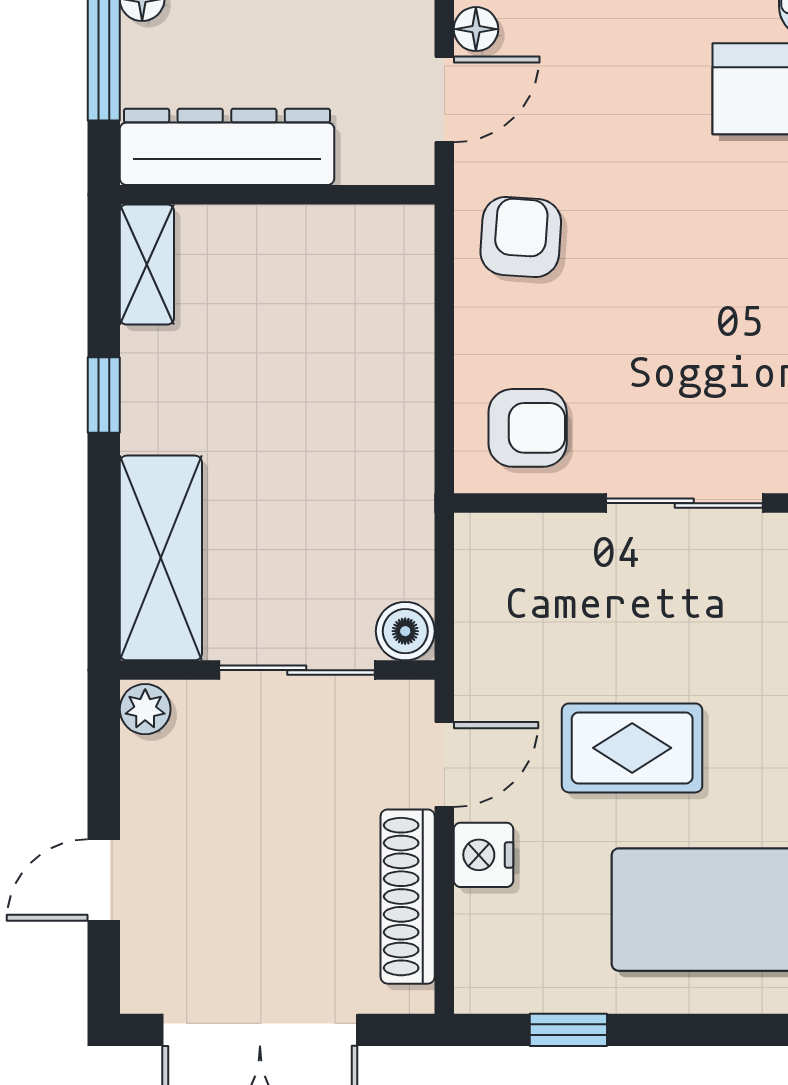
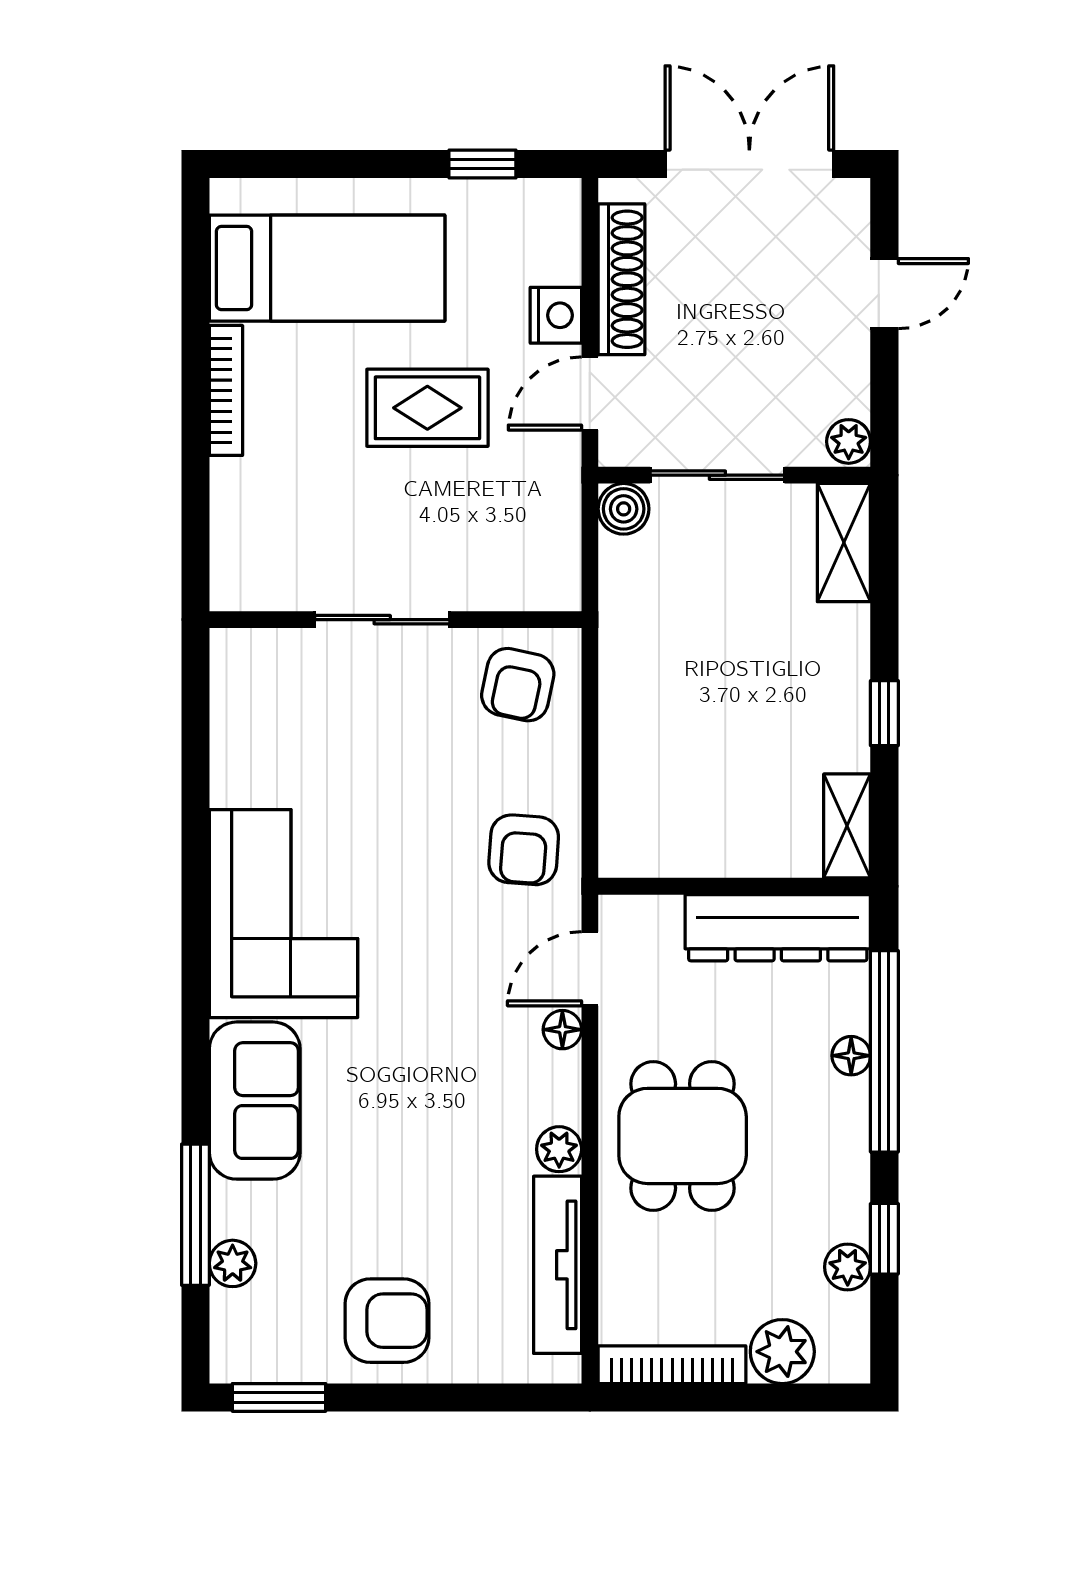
armchair: (528, 428) -> (518, 685), turned -78
shelving: (161, 558) -> (844, 543), width x0.67, depth x0.75

